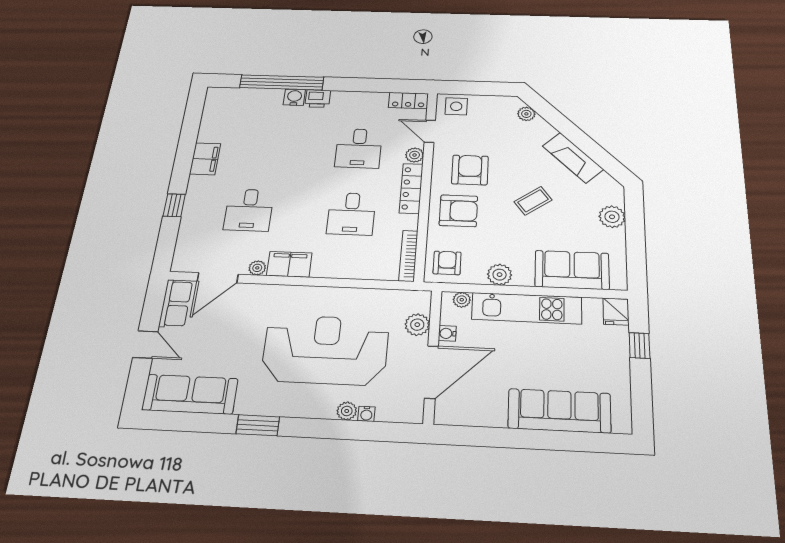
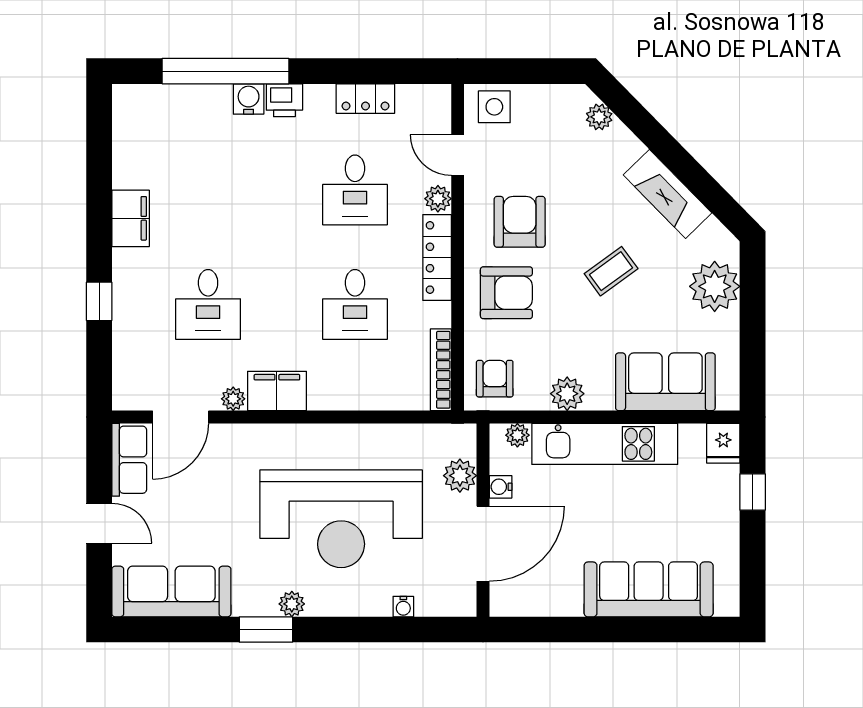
locker: (408, 101) -> (365, 99), moved
plant: (612, 217) -> (715, 286), width x1.36, depth x1.36
reception desk: (325, 350) -> (341, 519), turned 180
plant: (347, 411) -> (292, 604), moved

